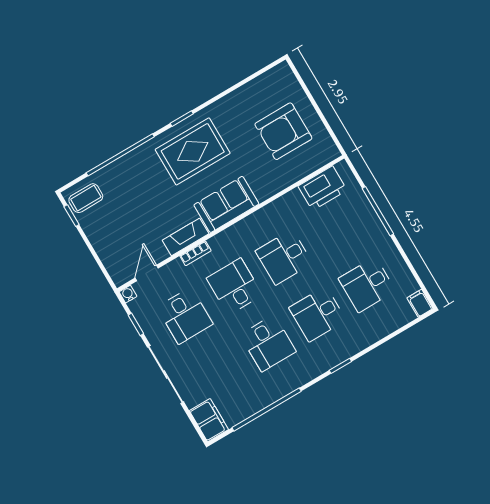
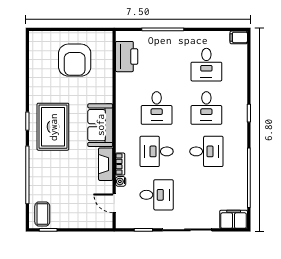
water cooler: (128, 294) -> (121, 181), moved

